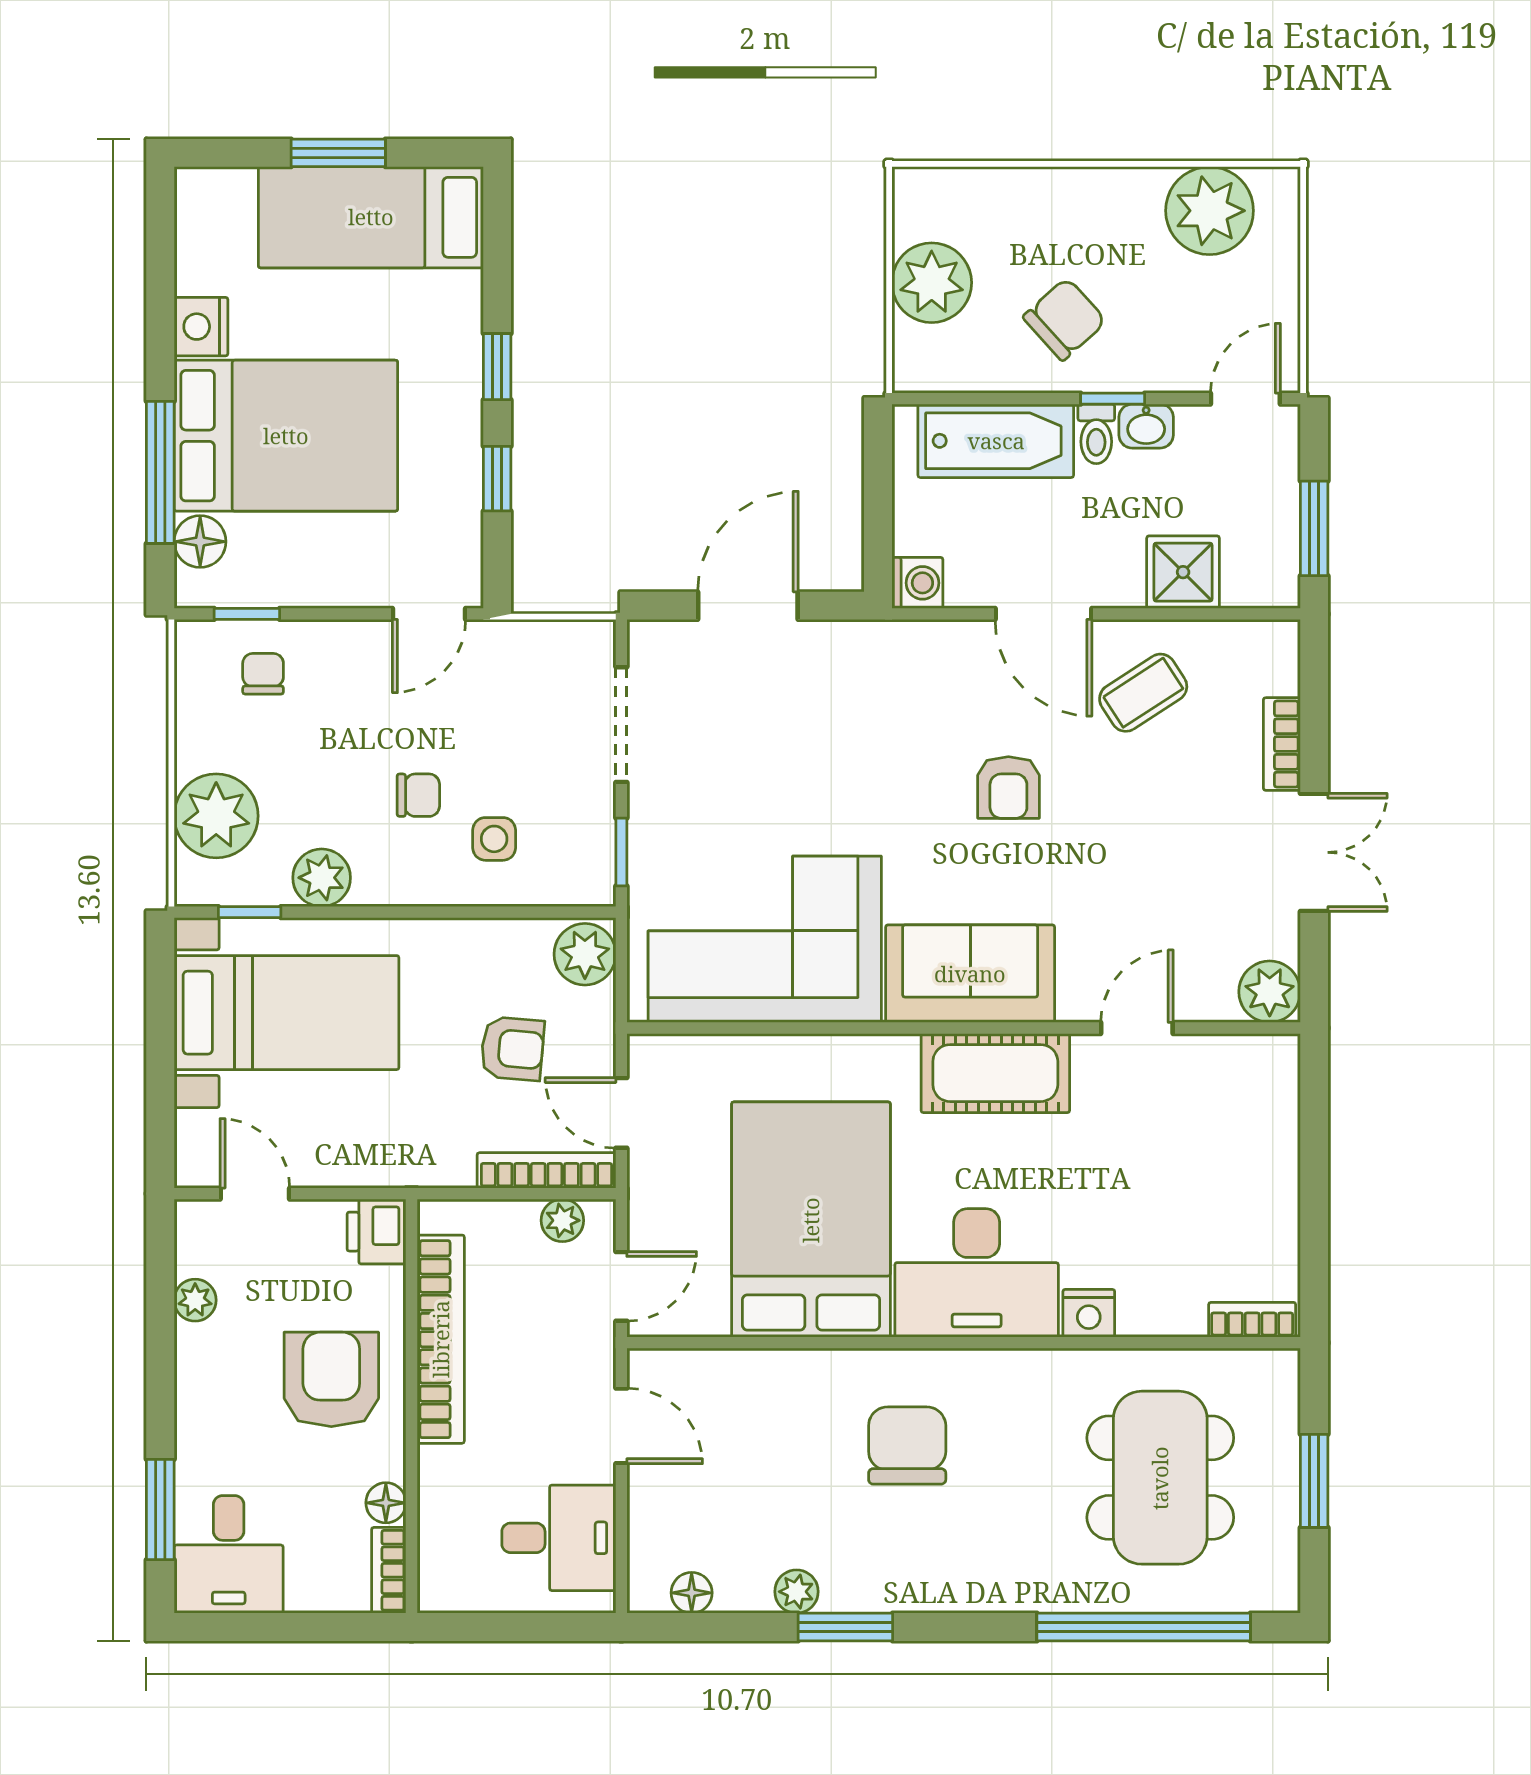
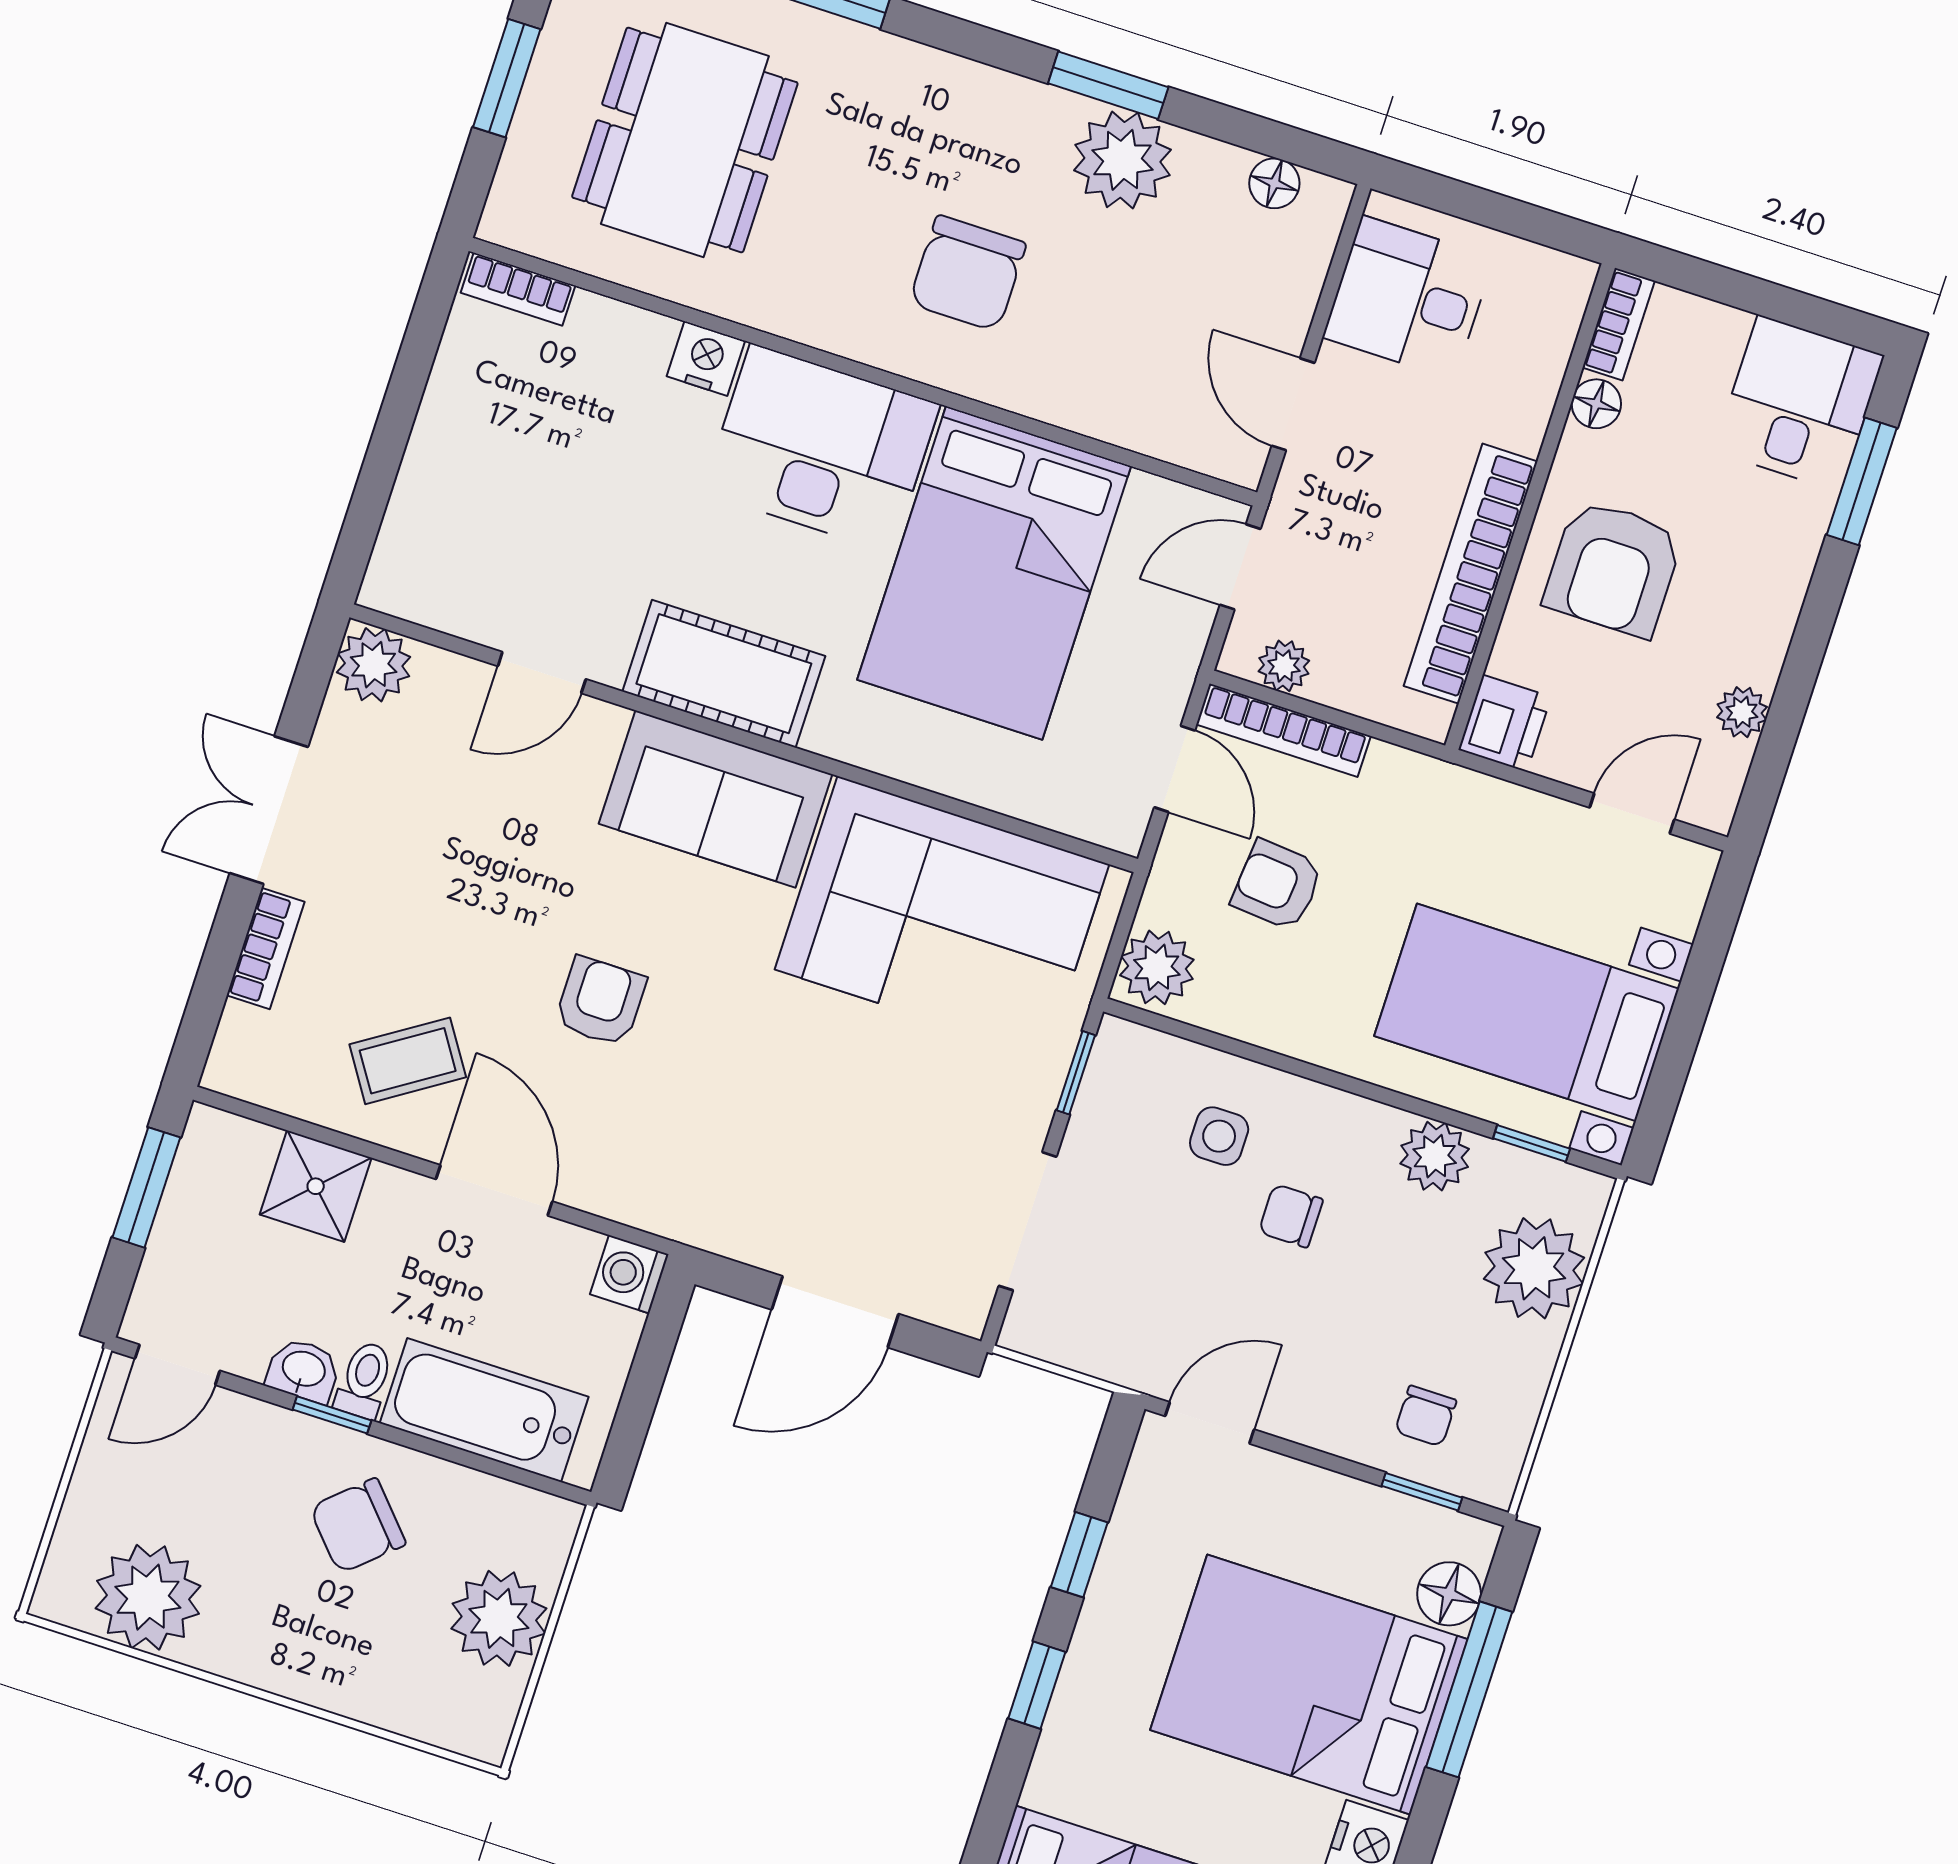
door: (255, 1194) -> (1632, 814), swing flipped
plant: (796, 1592) -> (1122, 160), width x1.88, depth x1.88

